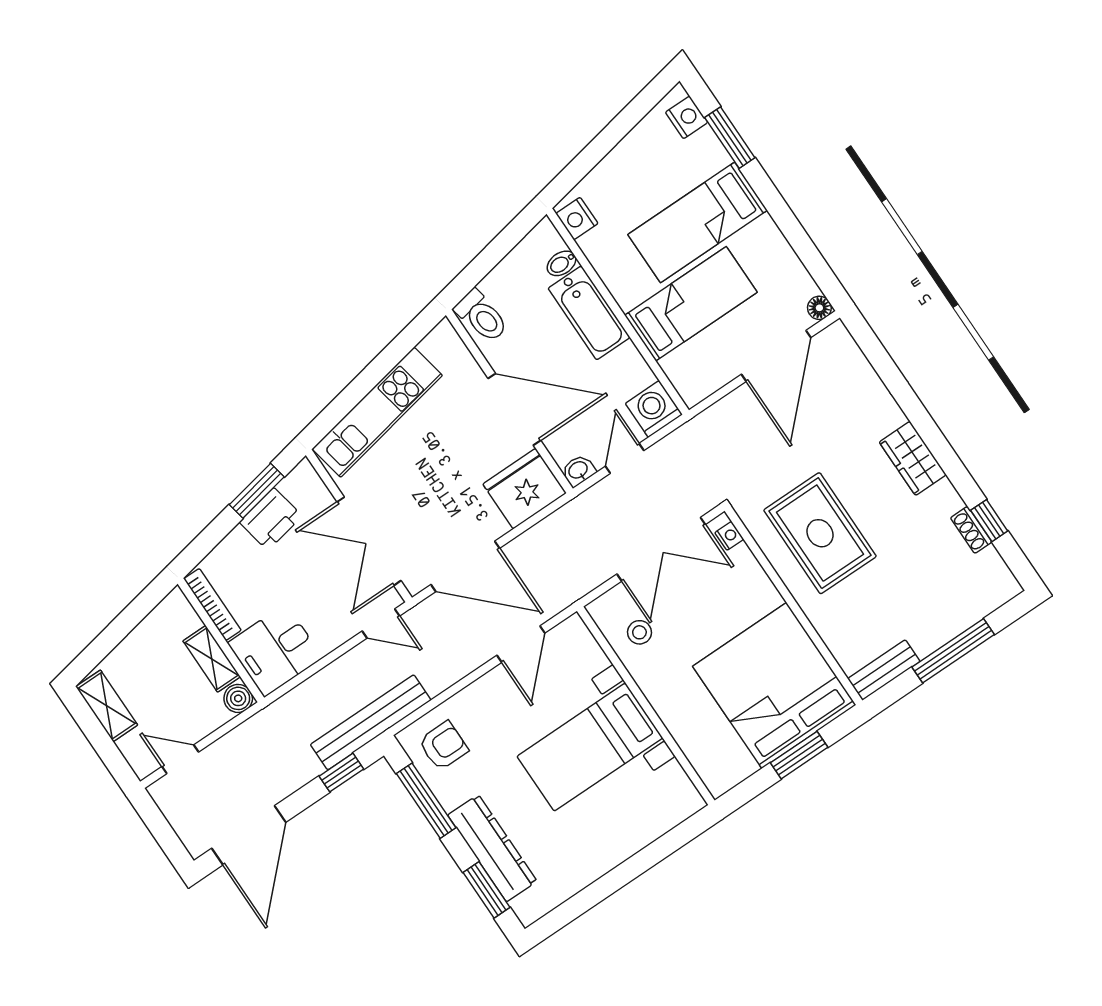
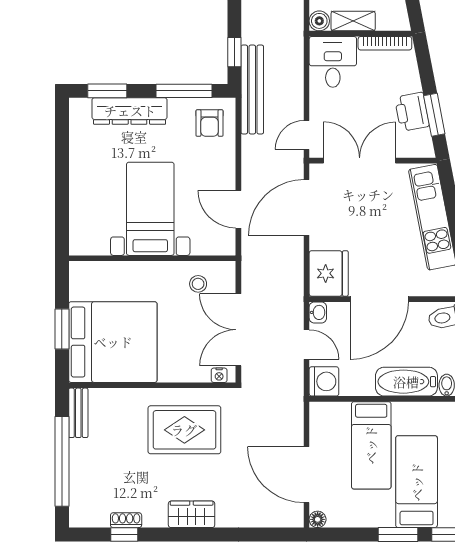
window: (774, 202) -> (398, 535), added
window: (953, 651) -> (62, 461), width x1.46

